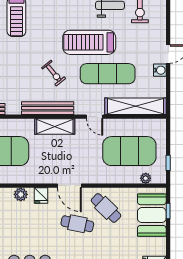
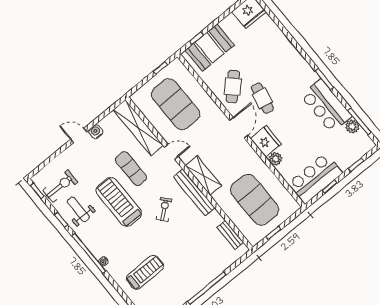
treadmill: (89, 42) -> (119, 202), turned 180
exercise mat: (108, 74) -> (131, 169), width x0.73, depth x0.69
door: (95, 117) -> (171, 152), hinge flipped
plant: (146, 178) -> (186, 75), removed
fridge: (41, 196) -> (266, 141), width x1.88, depth x1.34

